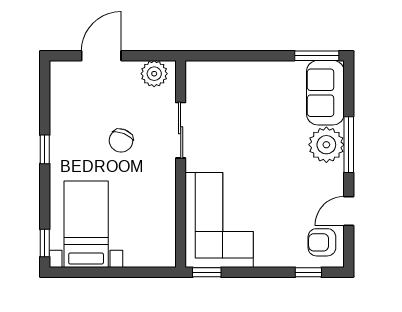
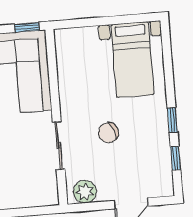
chair: (121, 141) -> (108, 133), turned -133
window: (45, 243) -> (176, 158), moved

